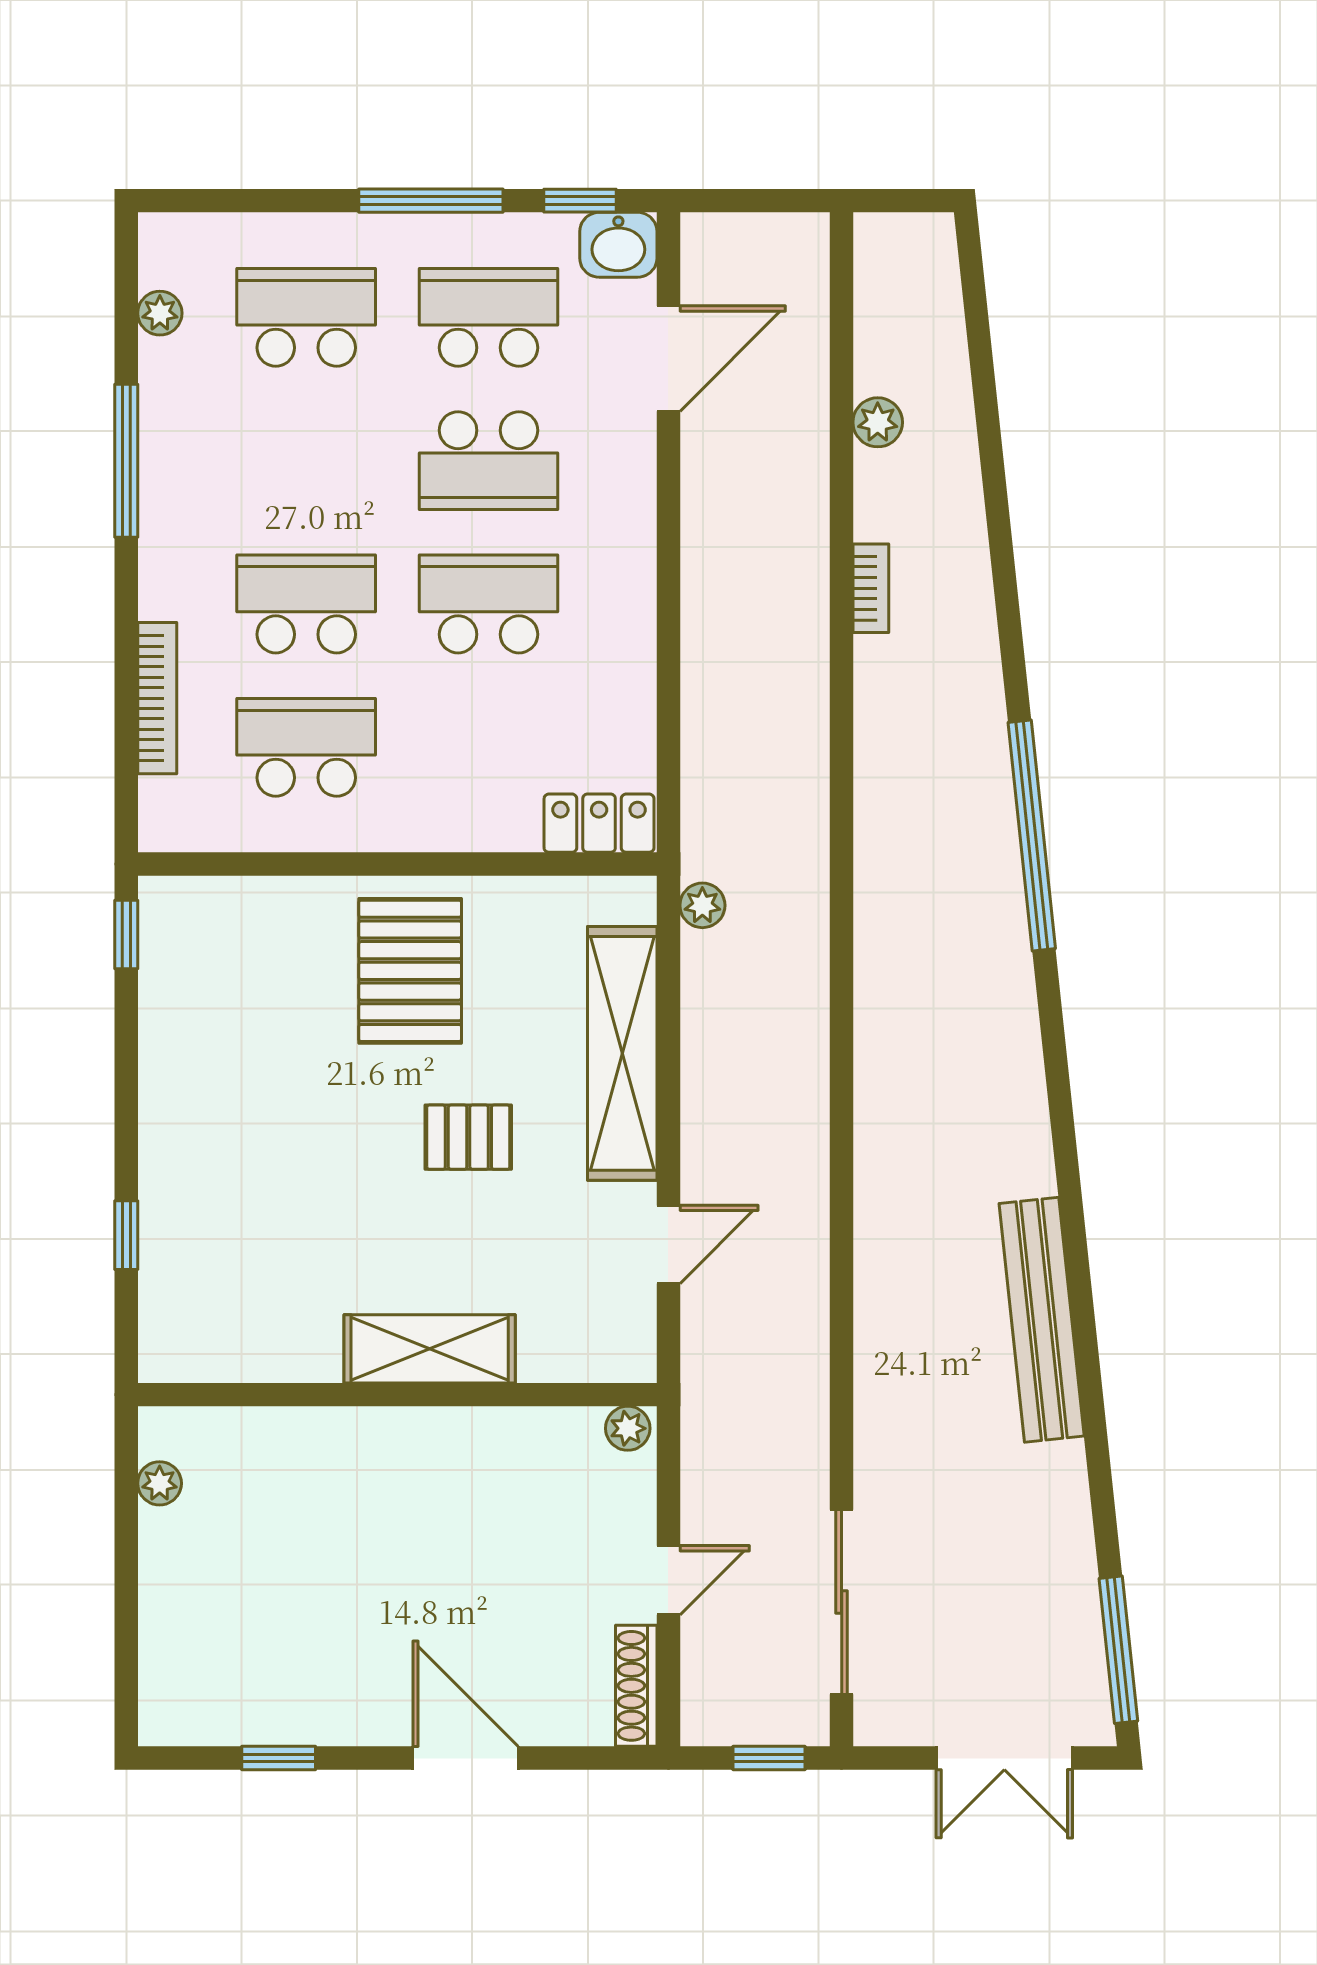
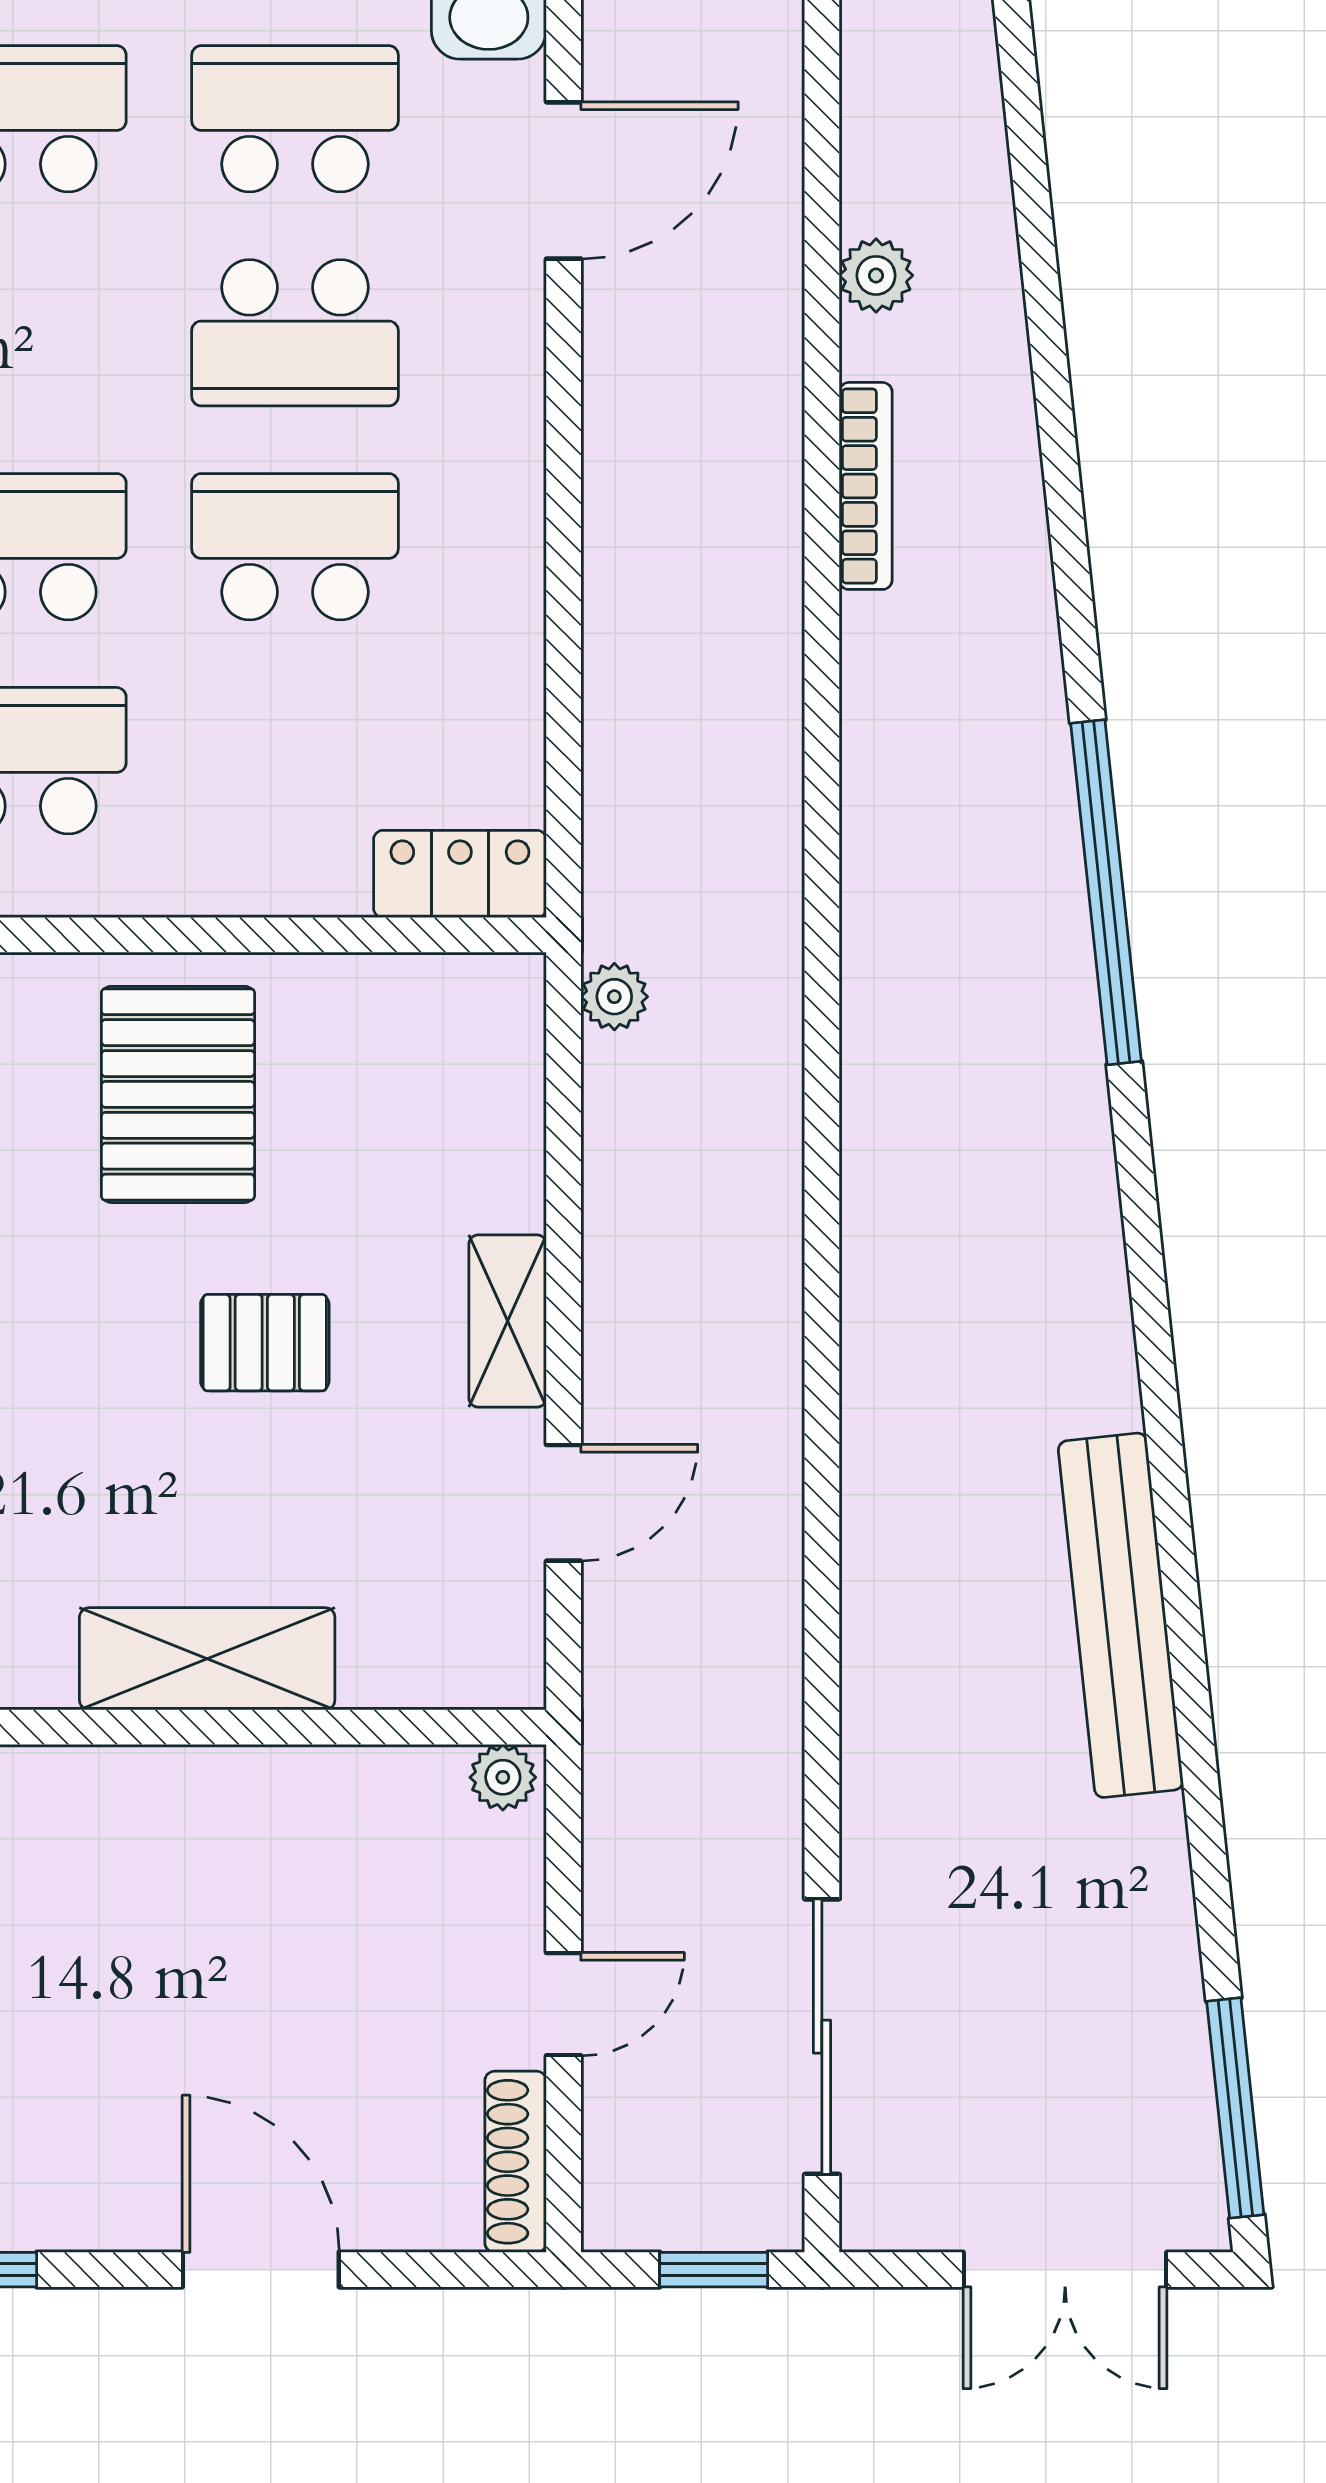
bookcase: (871, 588) -> (866, 486), width x1.56
shelving: (622, 1053) -> (508, 1321), width x0.45, depth x0.75

